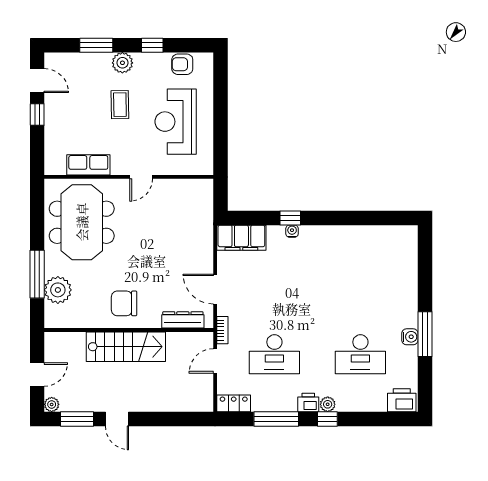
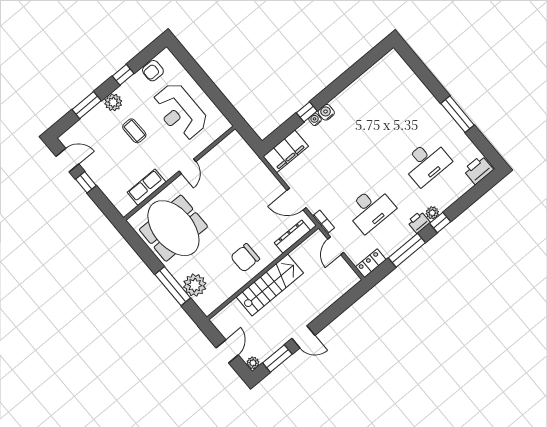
water cooler: (410, 337) -> (326, 112), moved, turned -90

